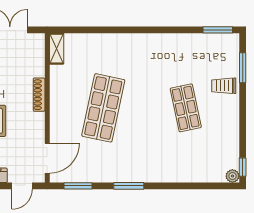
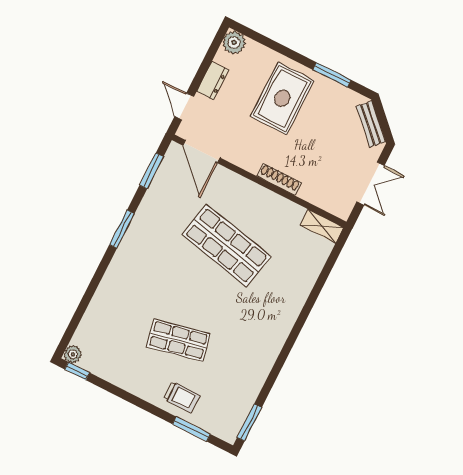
trolley: (224, 86) -> (182, 397), turned 90

